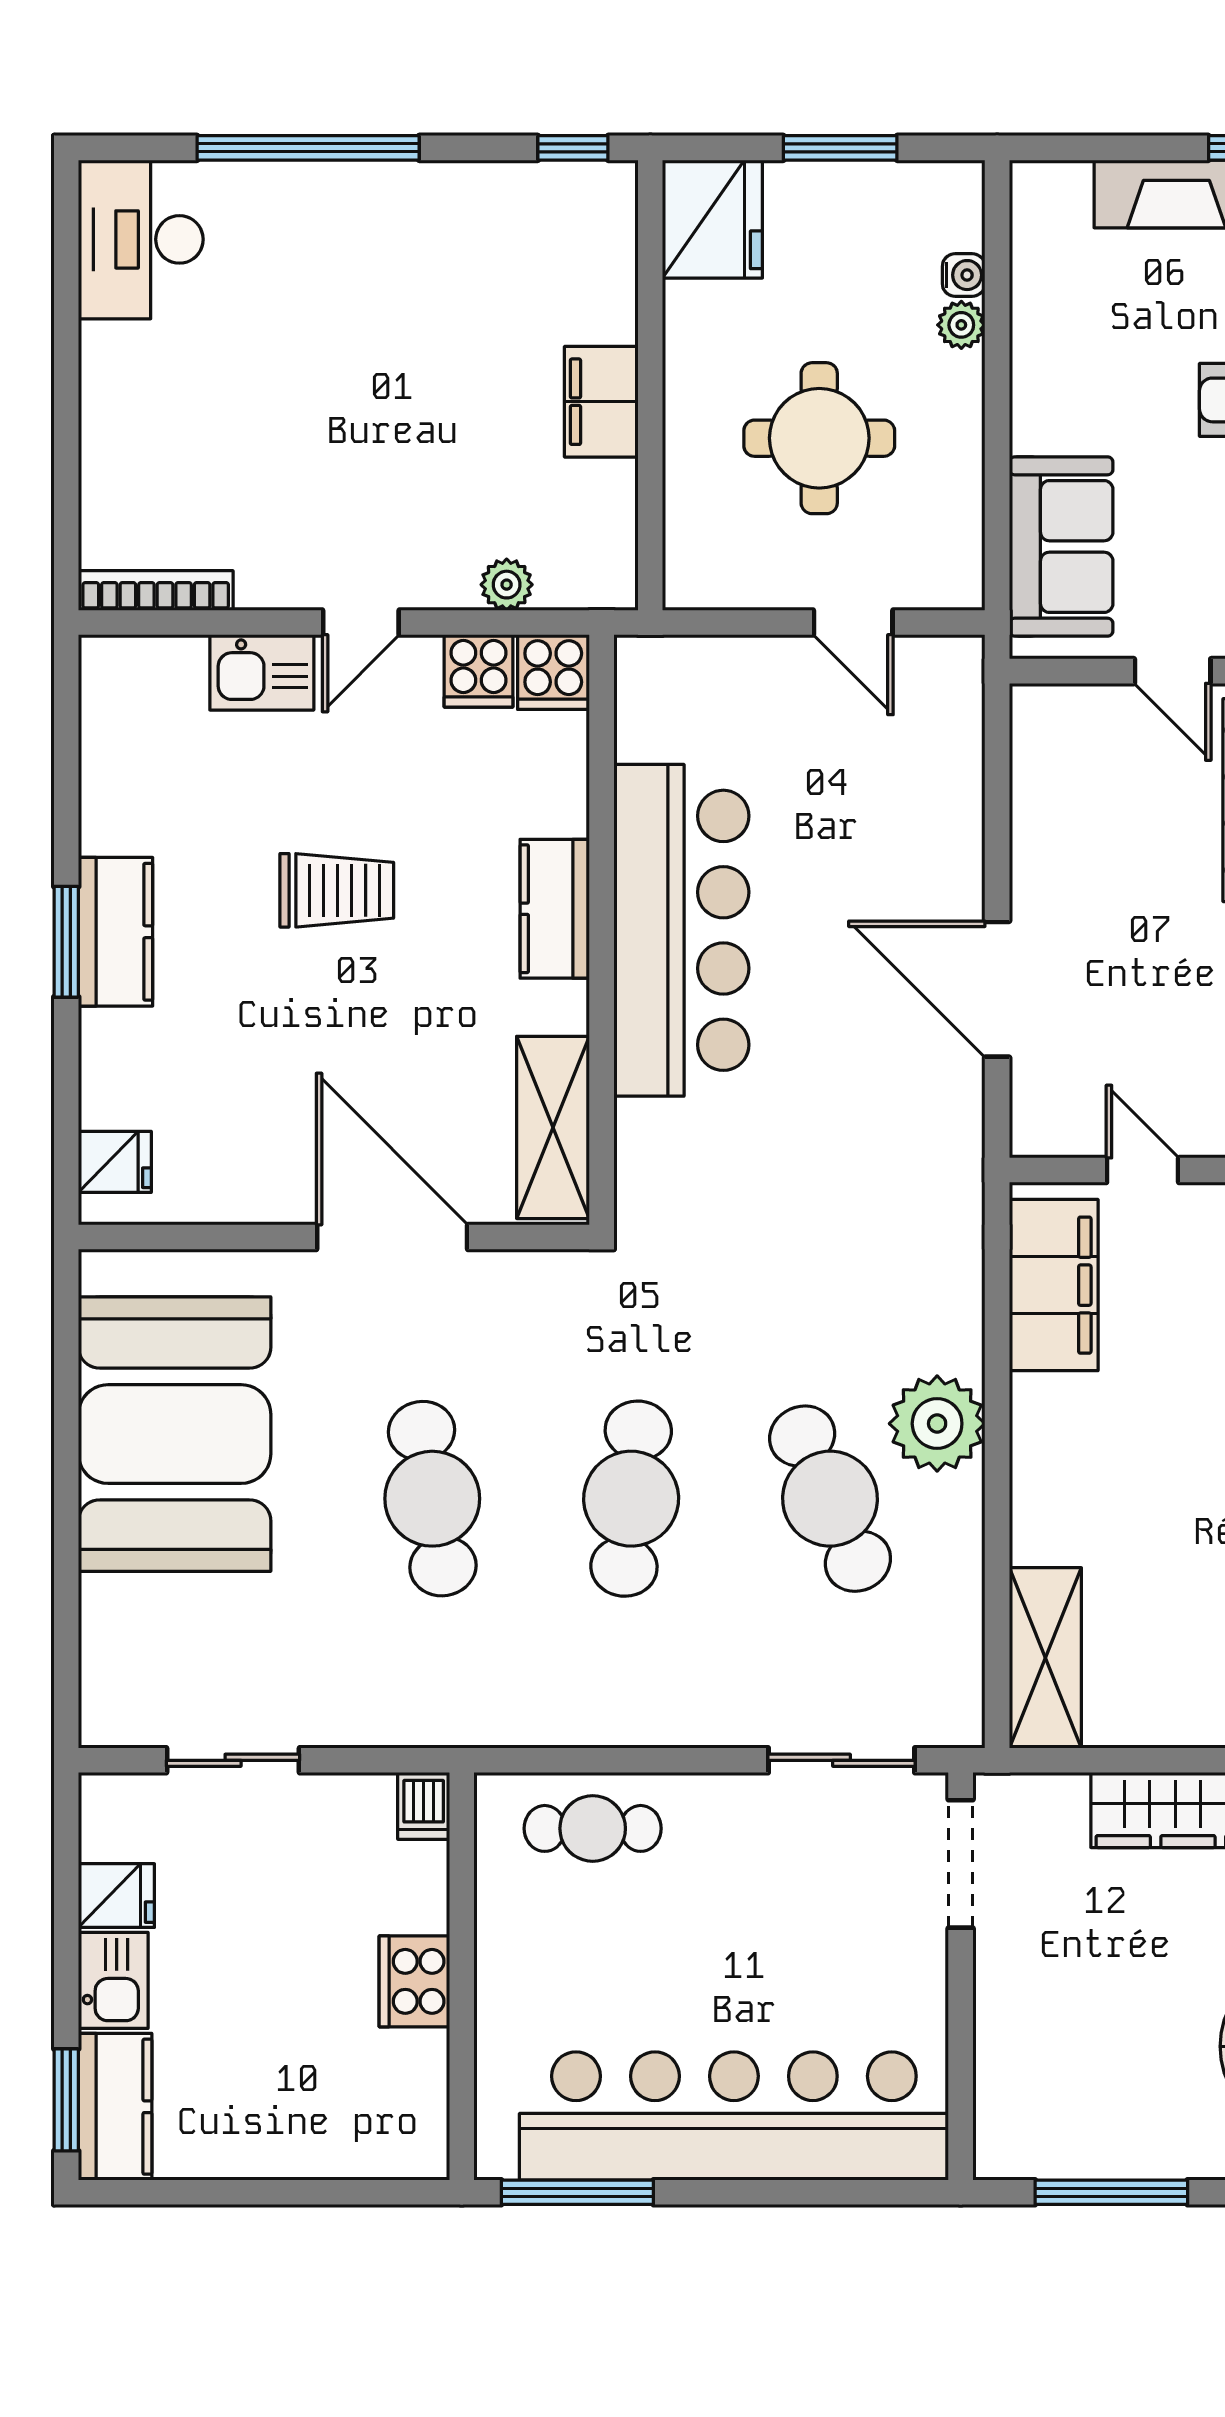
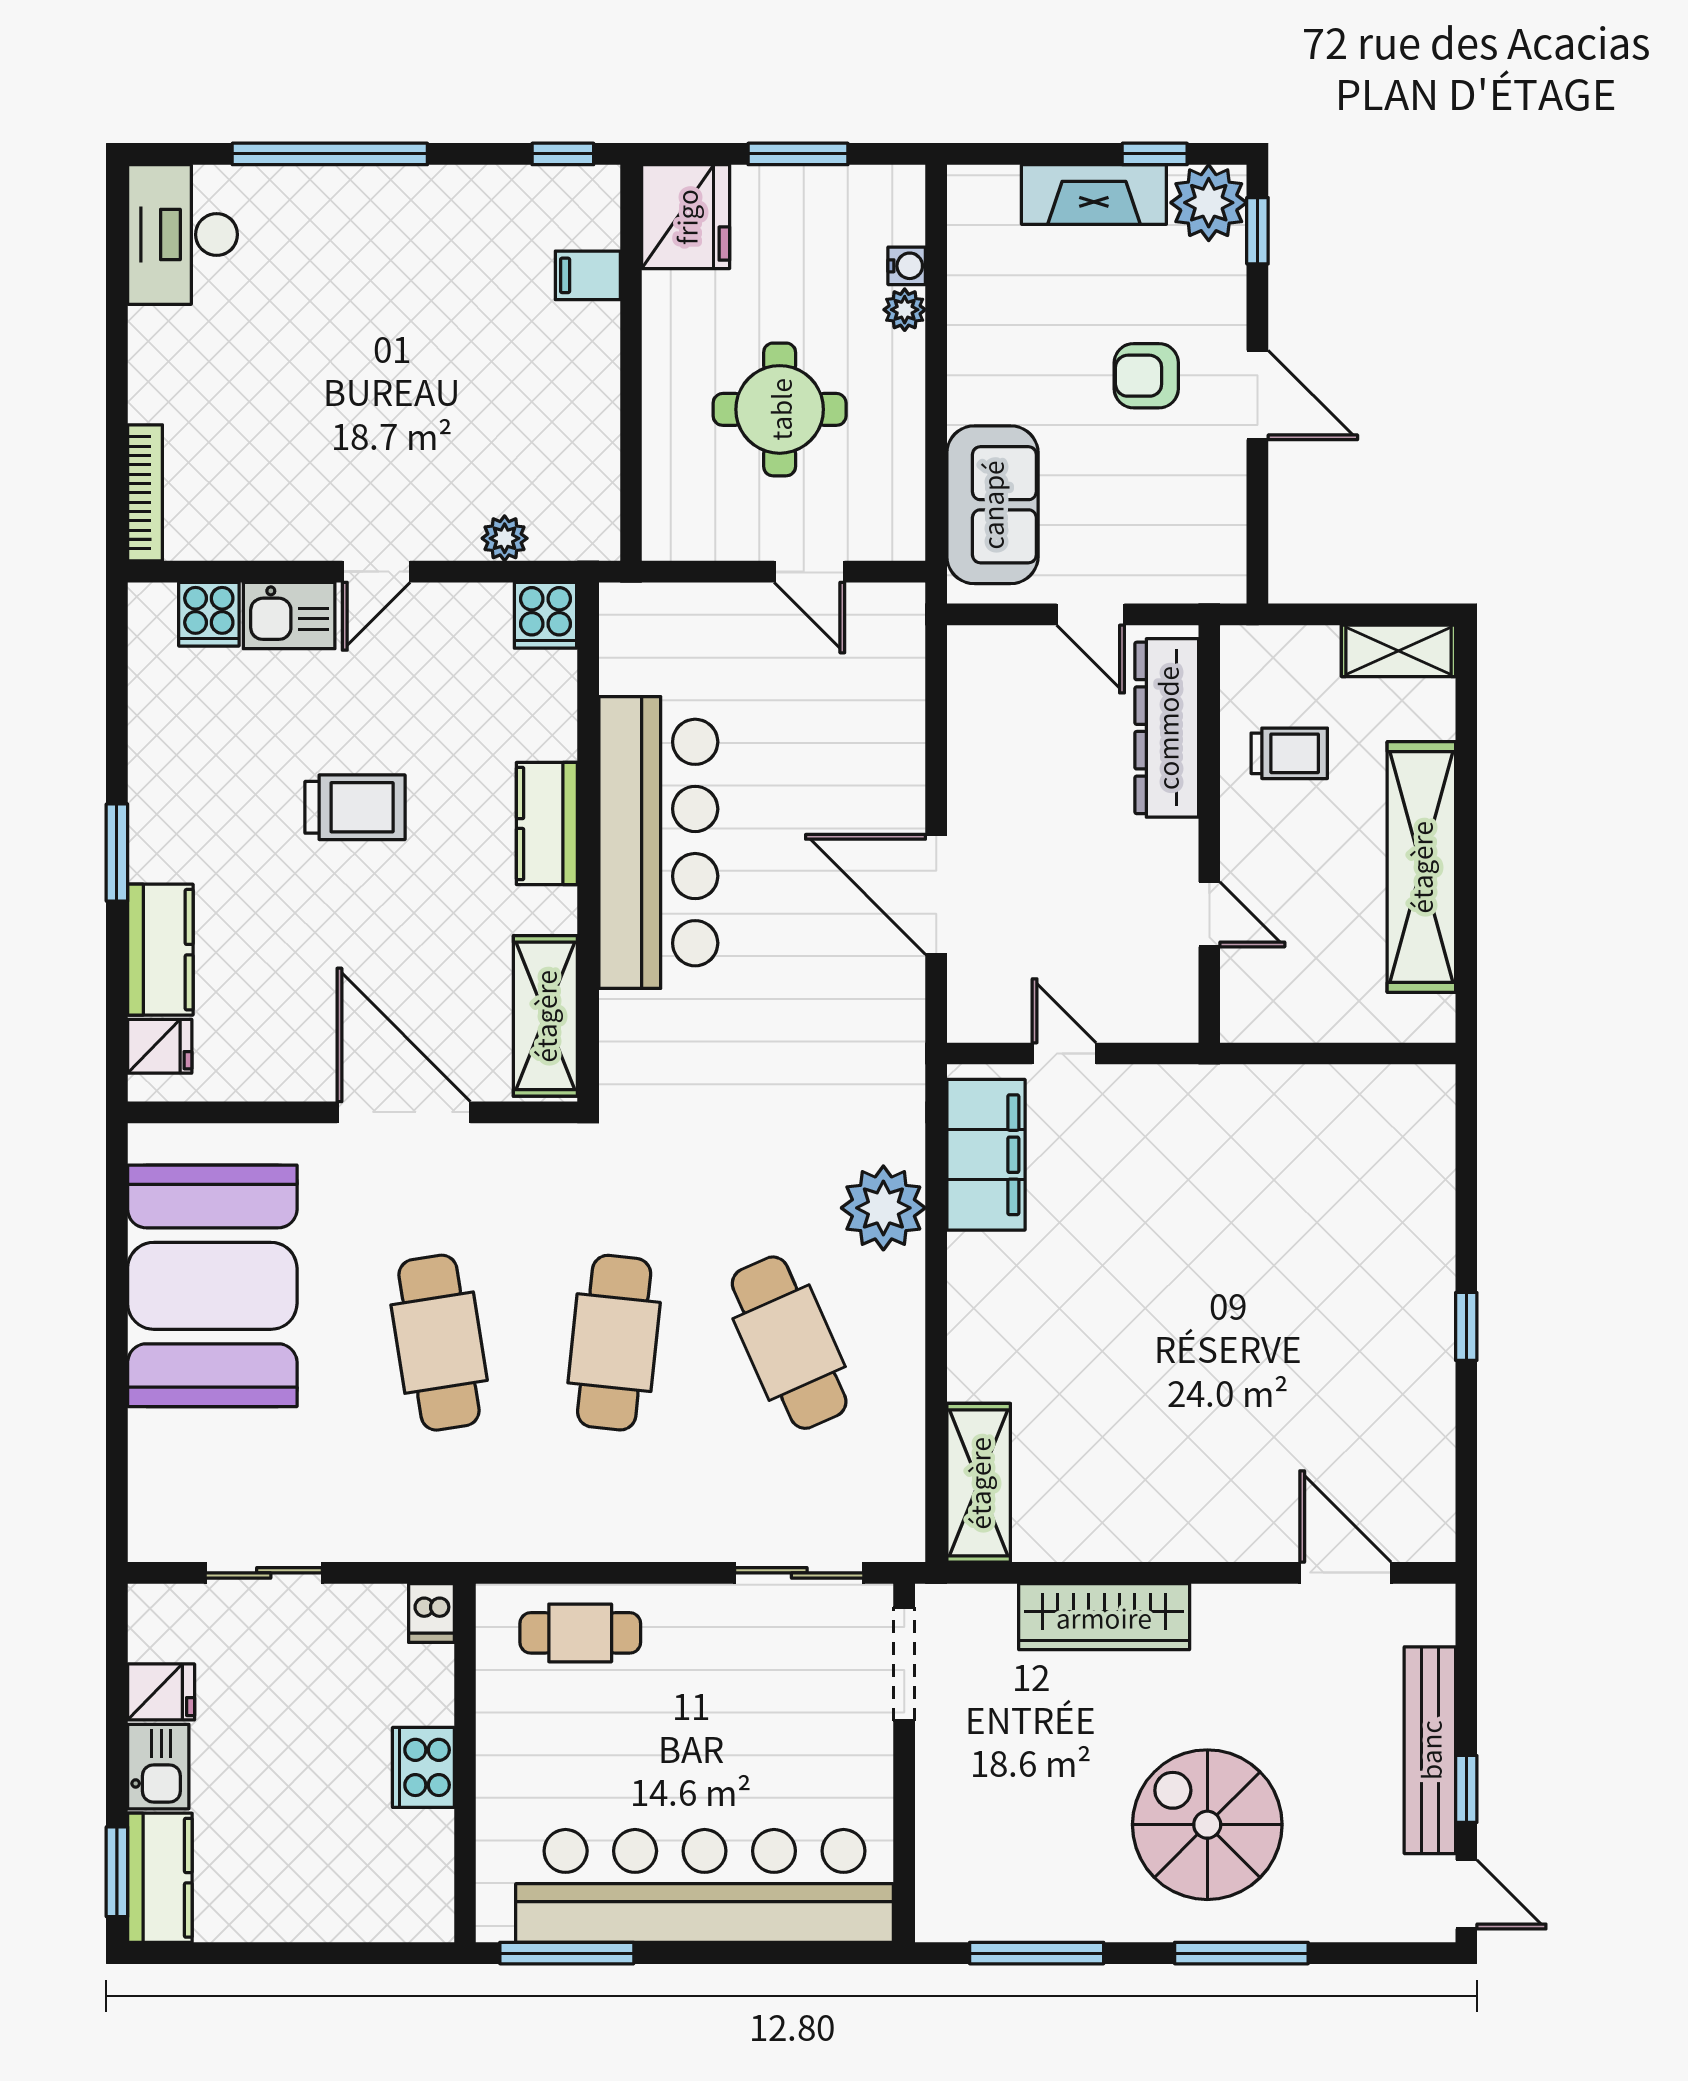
filing cabinet: (601, 402) -> (588, 275), moved, width x0.50
bookcase: (156, 591) -> (145, 493), moved, turned 90
cooker: (479, 671) -> (209, 614), moved
kitchen counter: (116, 932) -> (160, 950), moved
plant: (937, 1424) -> (883, 1208), moved

